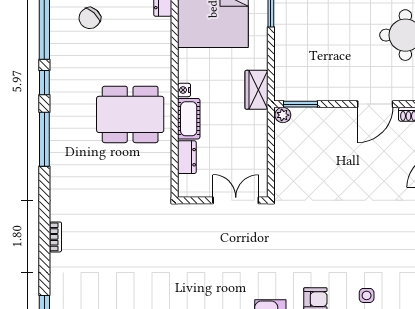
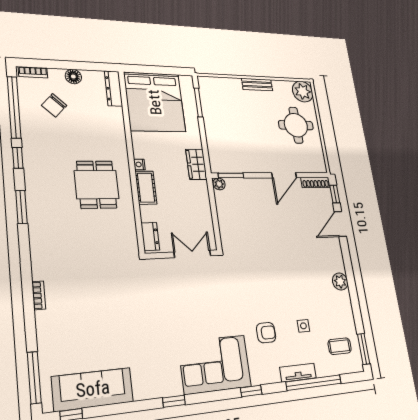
dining table: (130, 114) -> (97, 185), width x0.73
window: (44, 139) -> (21, 207), width x0.69
dresser: (187, 157) -> (150, 236), moved

